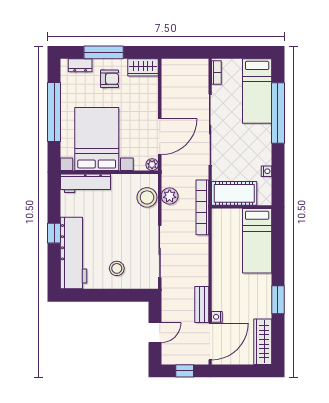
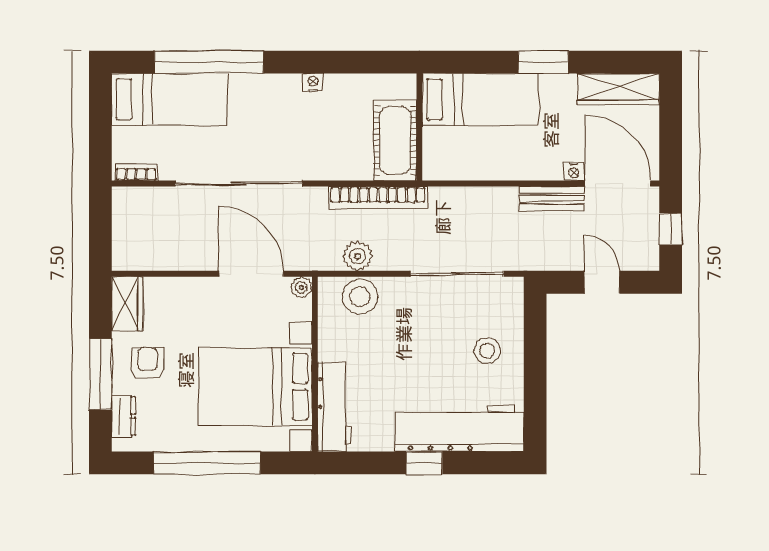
cot: (234, 193) -> (395, 140), moved
wall: (242, 207) -> (419, 127), moved
bed: (257, 241) -> (480, 99), moved

